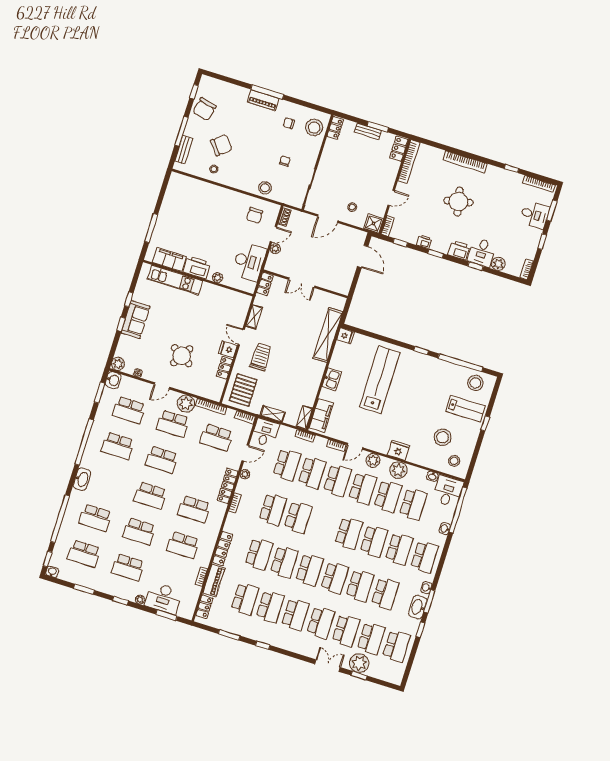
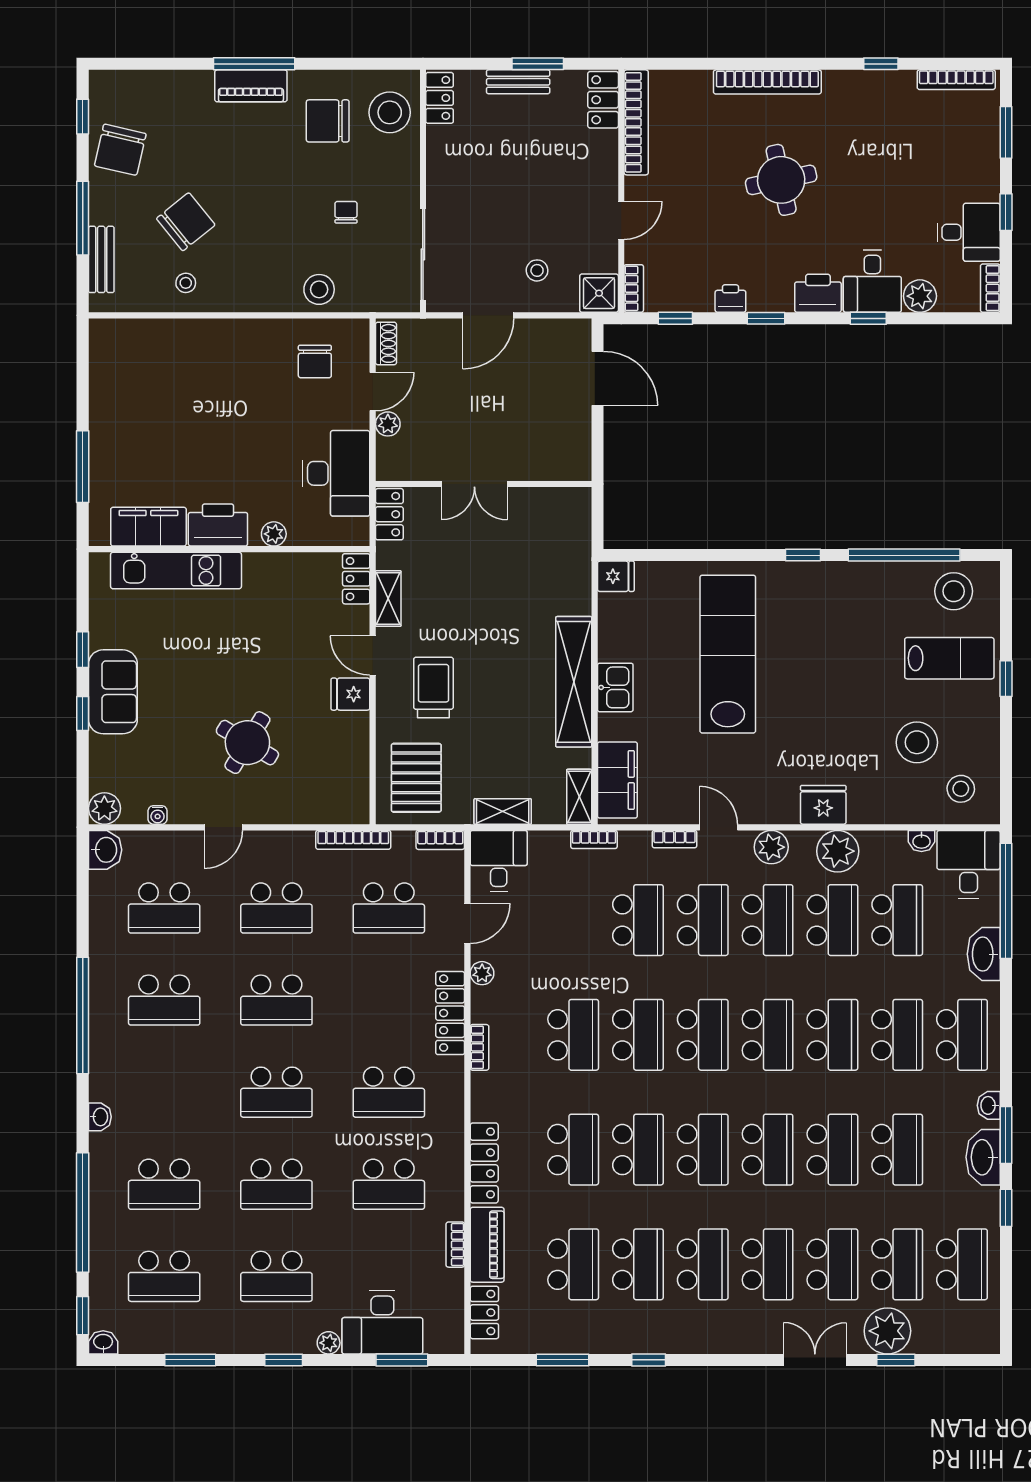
chair: (289, 123) -> (328, 121), width x1.87, depth x1.87
desk: (534, 215) -> (969, 232), moved
shelving: (328, 335) -> (574, 682), moved
locker: (224, 368) -> (356, 579), moved
window: (100, 393) -> (83, 889), removed
plant: (186, 404) -> (292, 851), removed
door: (355, 446) -> (719, 827), swing flipped
school desk: (287, 465) -> (703, 1035), moved
washbasin: (82, 479) -> (100, 1117), width x0.52, depth x0.69
washbasin: (445, 529) -> (984, 954), width x1.91, depth x1.45

